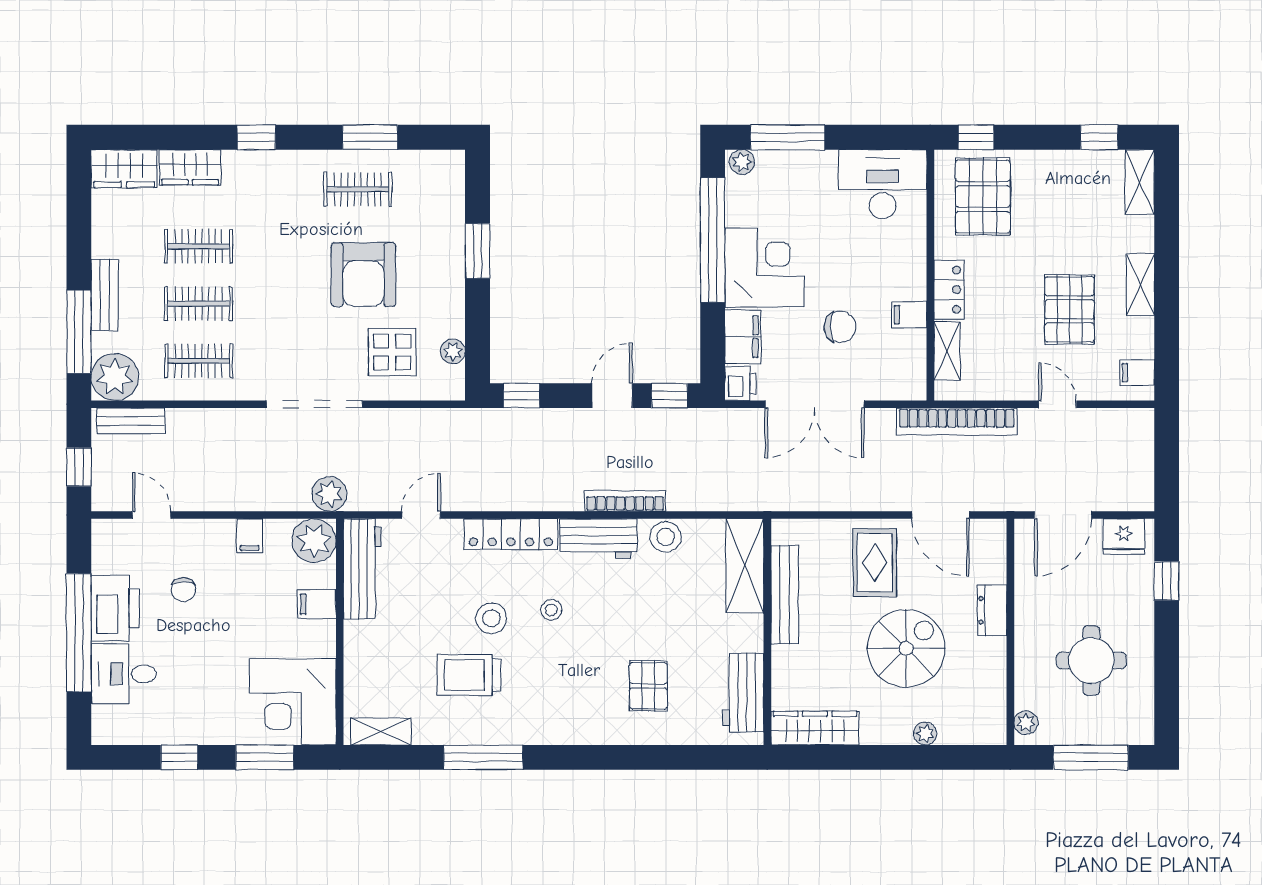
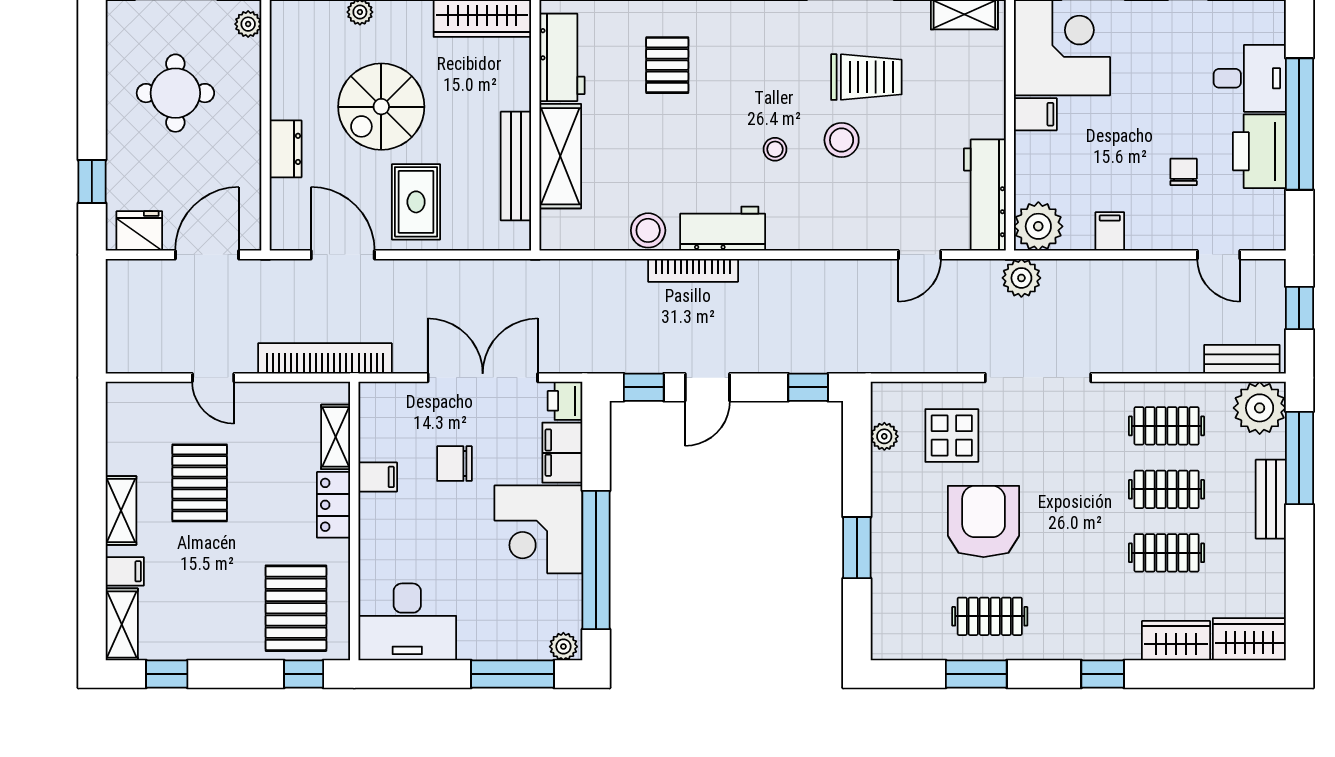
filing cabinet: (1137, 373) -> (125, 571), moved
locker: (511, 534) -> (820, 233), removed
shelving: (745, 566) -> (560, 156), moved
filing cabinet: (317, 604) -> (1035, 114), moved

